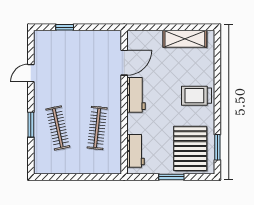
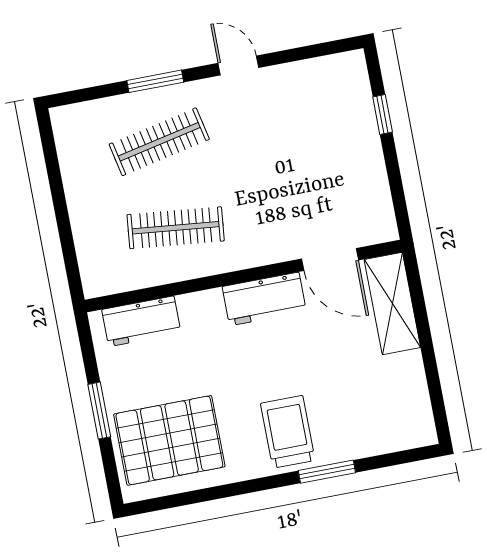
shelving: (185, 39) -> (392, 303), moved
door: (31, 73) -> (238, 65), moved
window: (217, 147) -> (327, 472), moved

